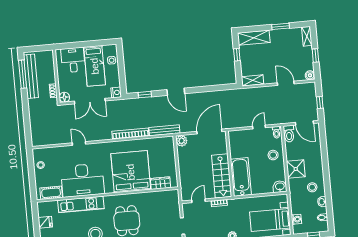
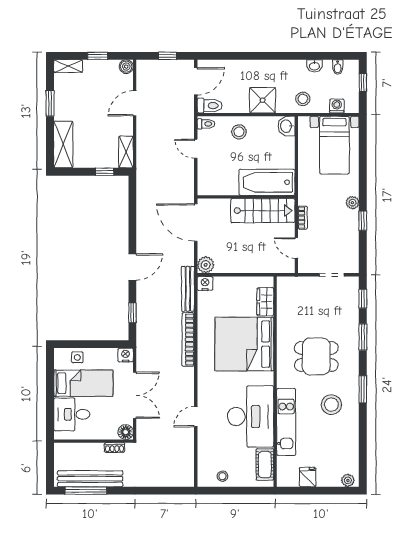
window: (237, 55) -> (105, 172), moved
nightstand: (169, 141) -> (205, 283), added
stool: (312, 187) -> (303, 99), moved

